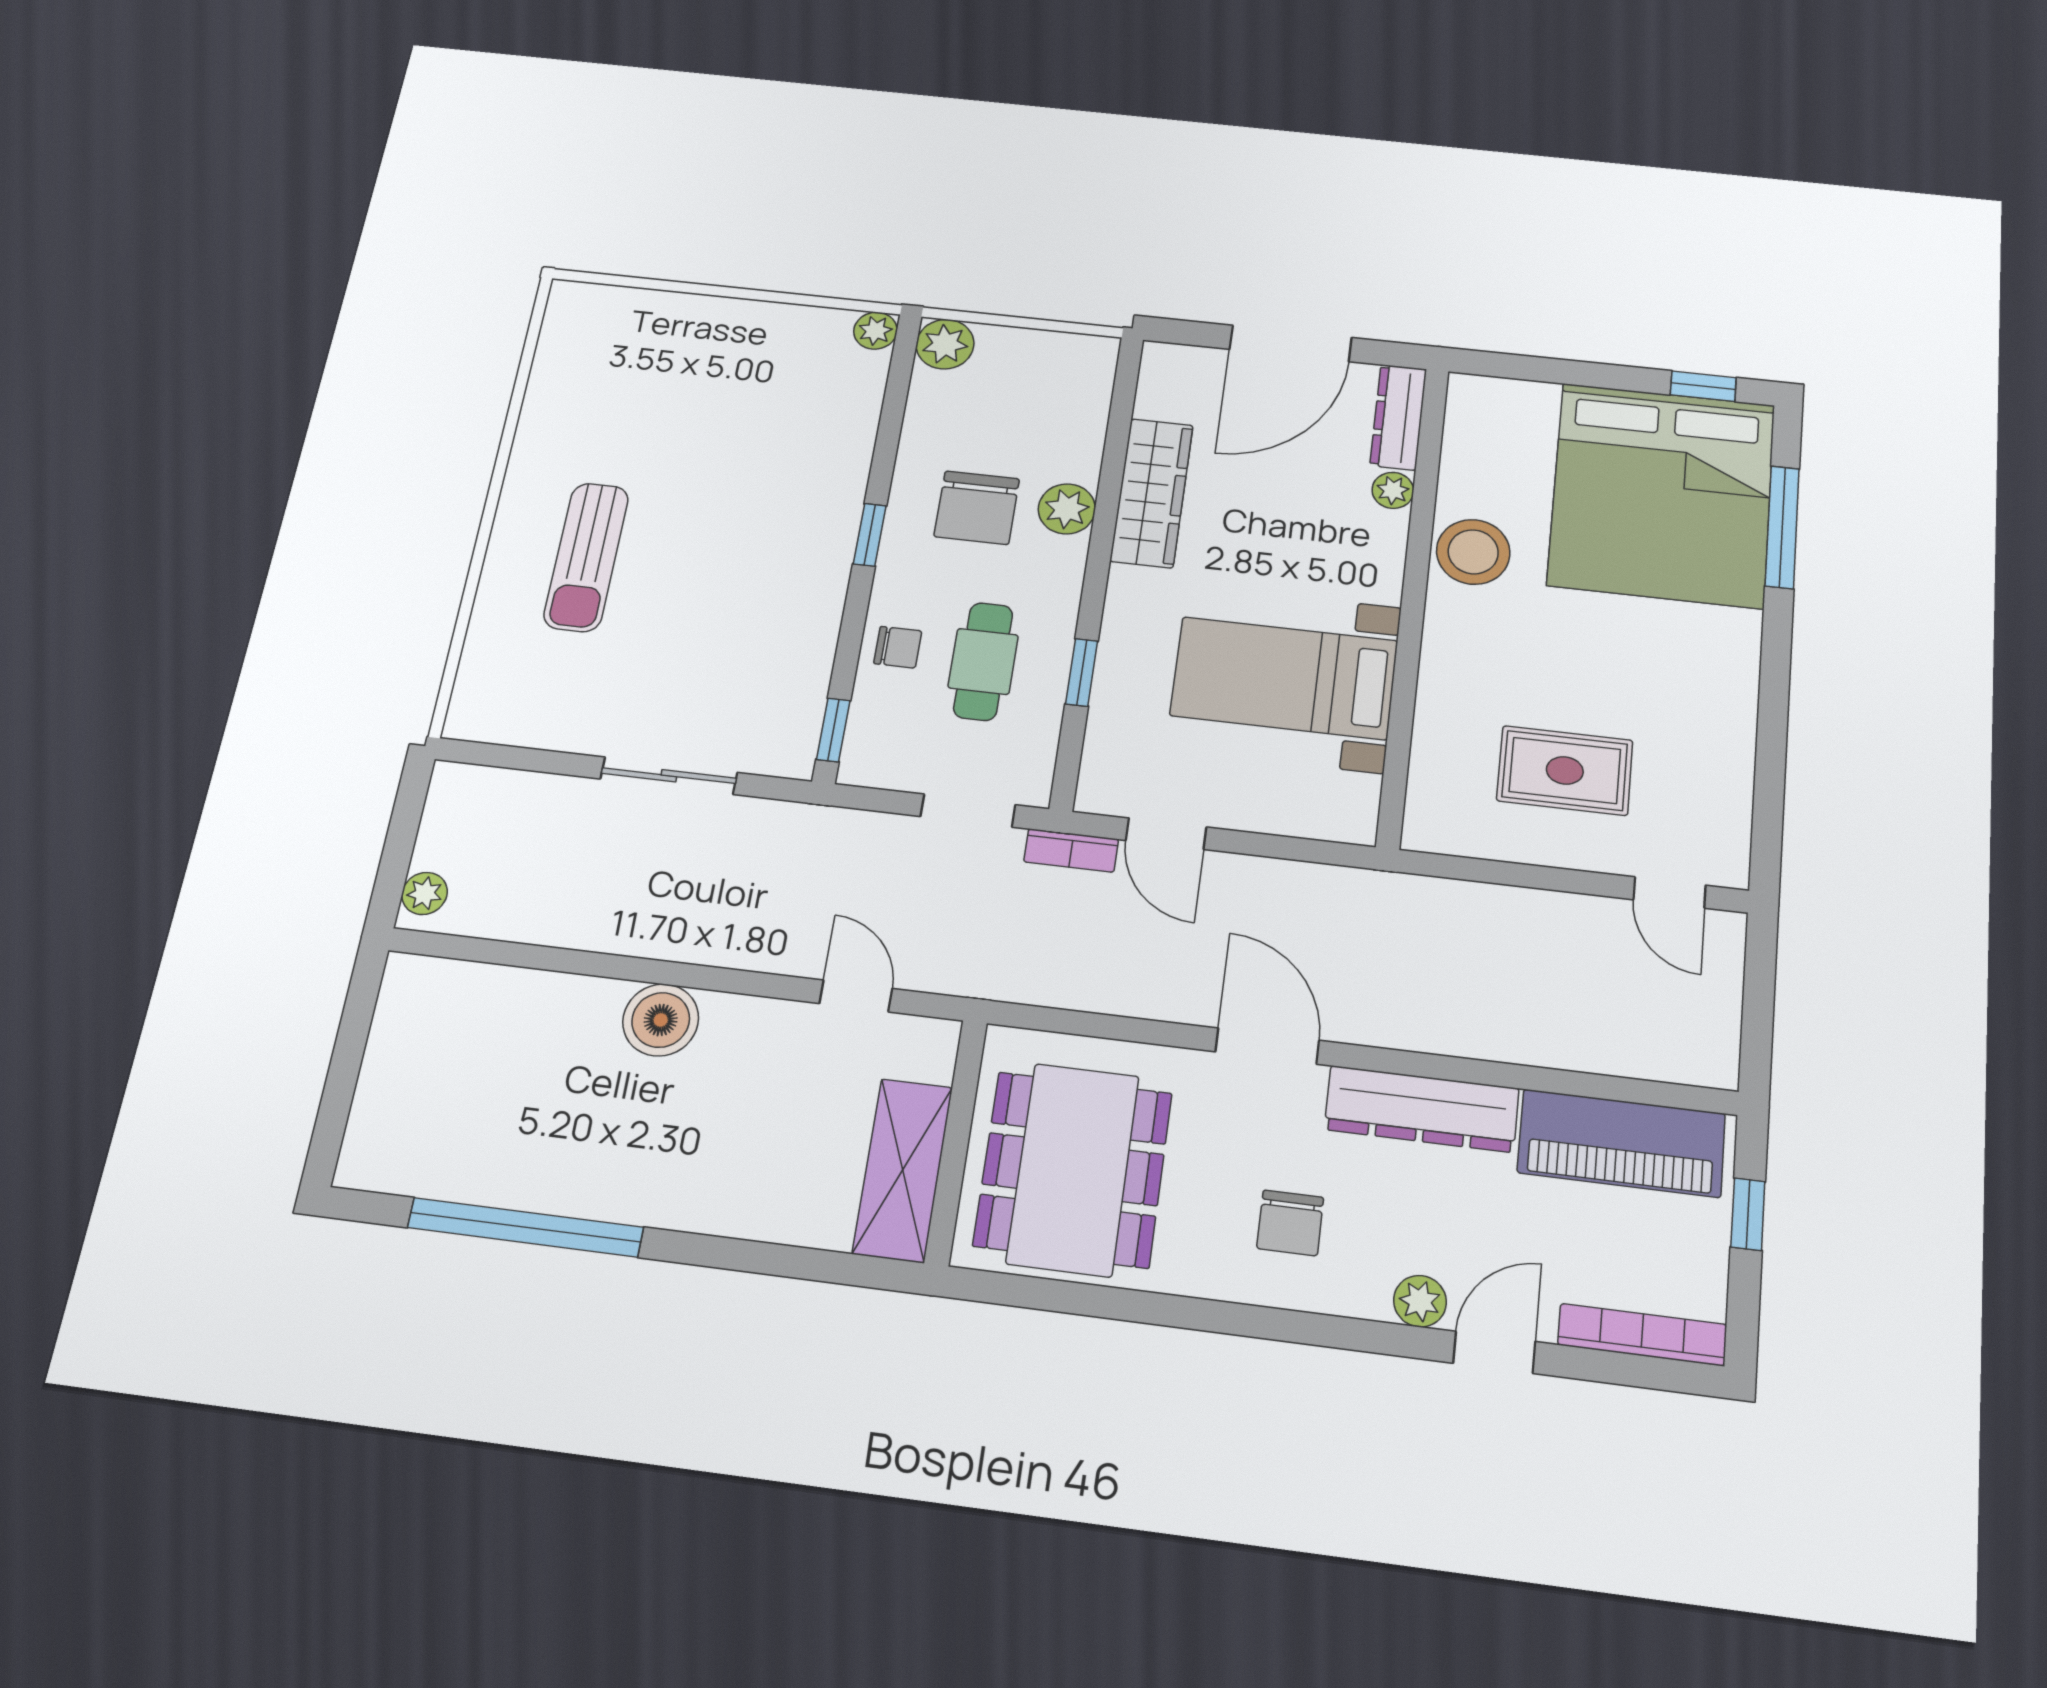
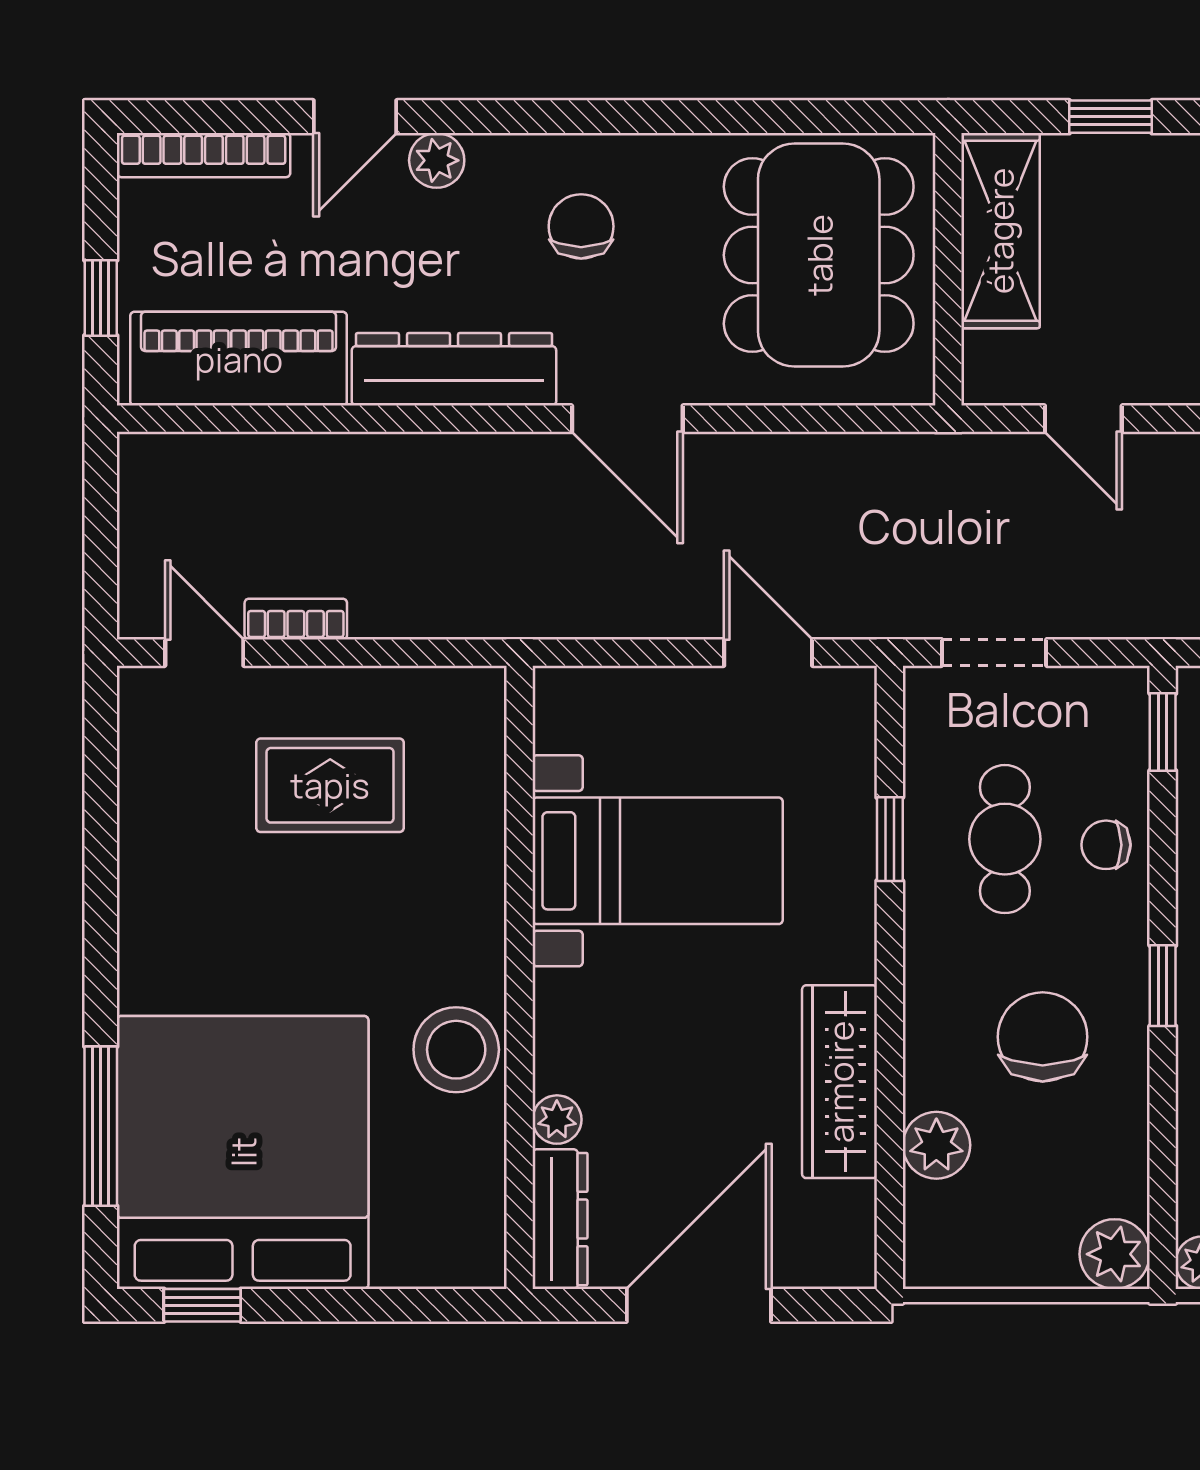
plant: (1067, 509) -> (936, 1145), moved
bookcase: (1071, 850) -> (296, 619), moved
window: (783, 1261) -> (1111, 117), added

